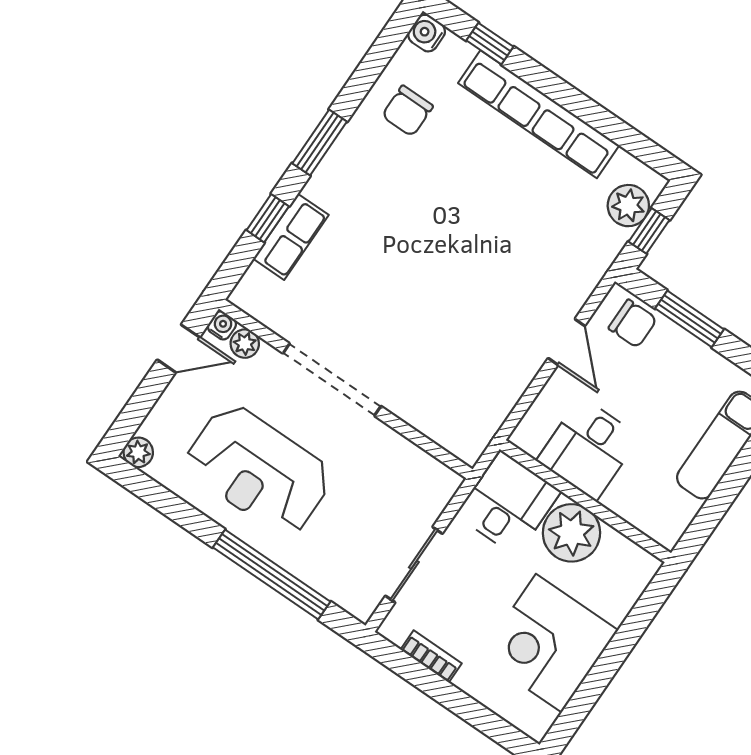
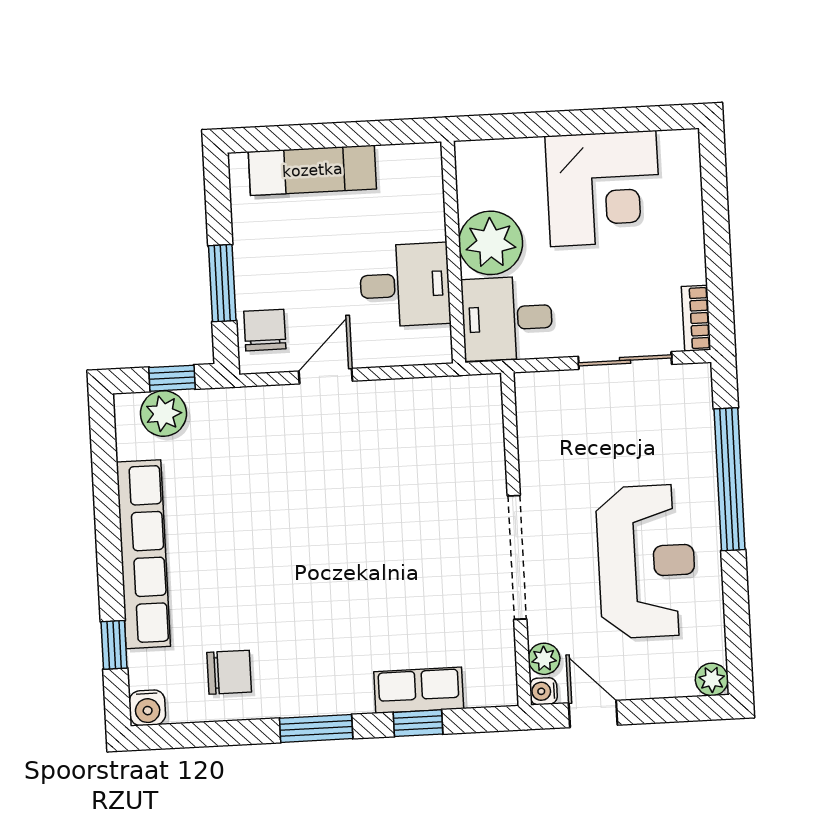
bookcase: (431, 656) -> (696, 318), moved

